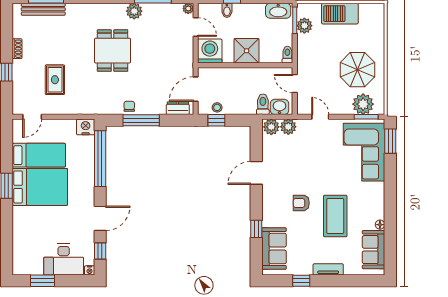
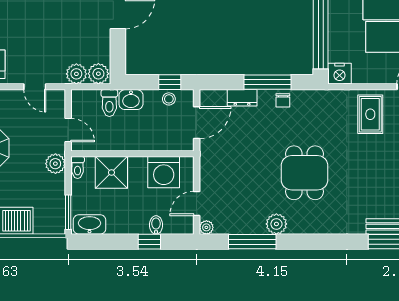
plant: (304, 26) -> (55, 164), moved
door: (196, 27) -> (197, 203), hinge flipped
washing machine: (210, 51) -> (164, 172), moved
shower: (247, 51) -> (111, 172), moved
rug: (55, 80) -> (370, 114), moved
washbasin: (279, 107) -> (131, 100), moved
dresser: (178, 108) -> (242, 98), moved

